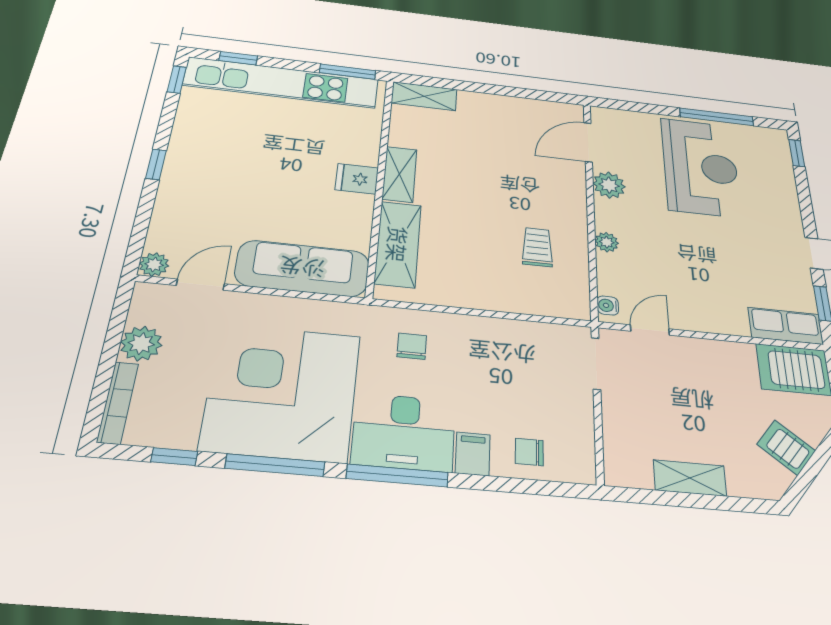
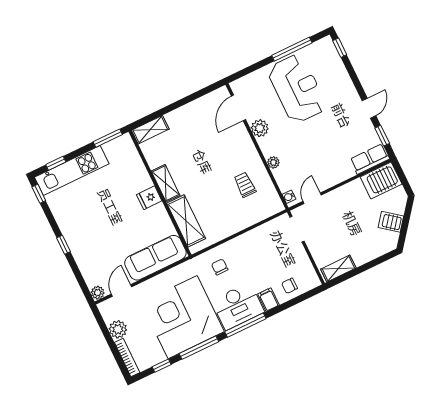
kitchen unit: (282, 83) -> (72, 171), width x0.73
shelving: (690, 478) -> (338, 269), moved

